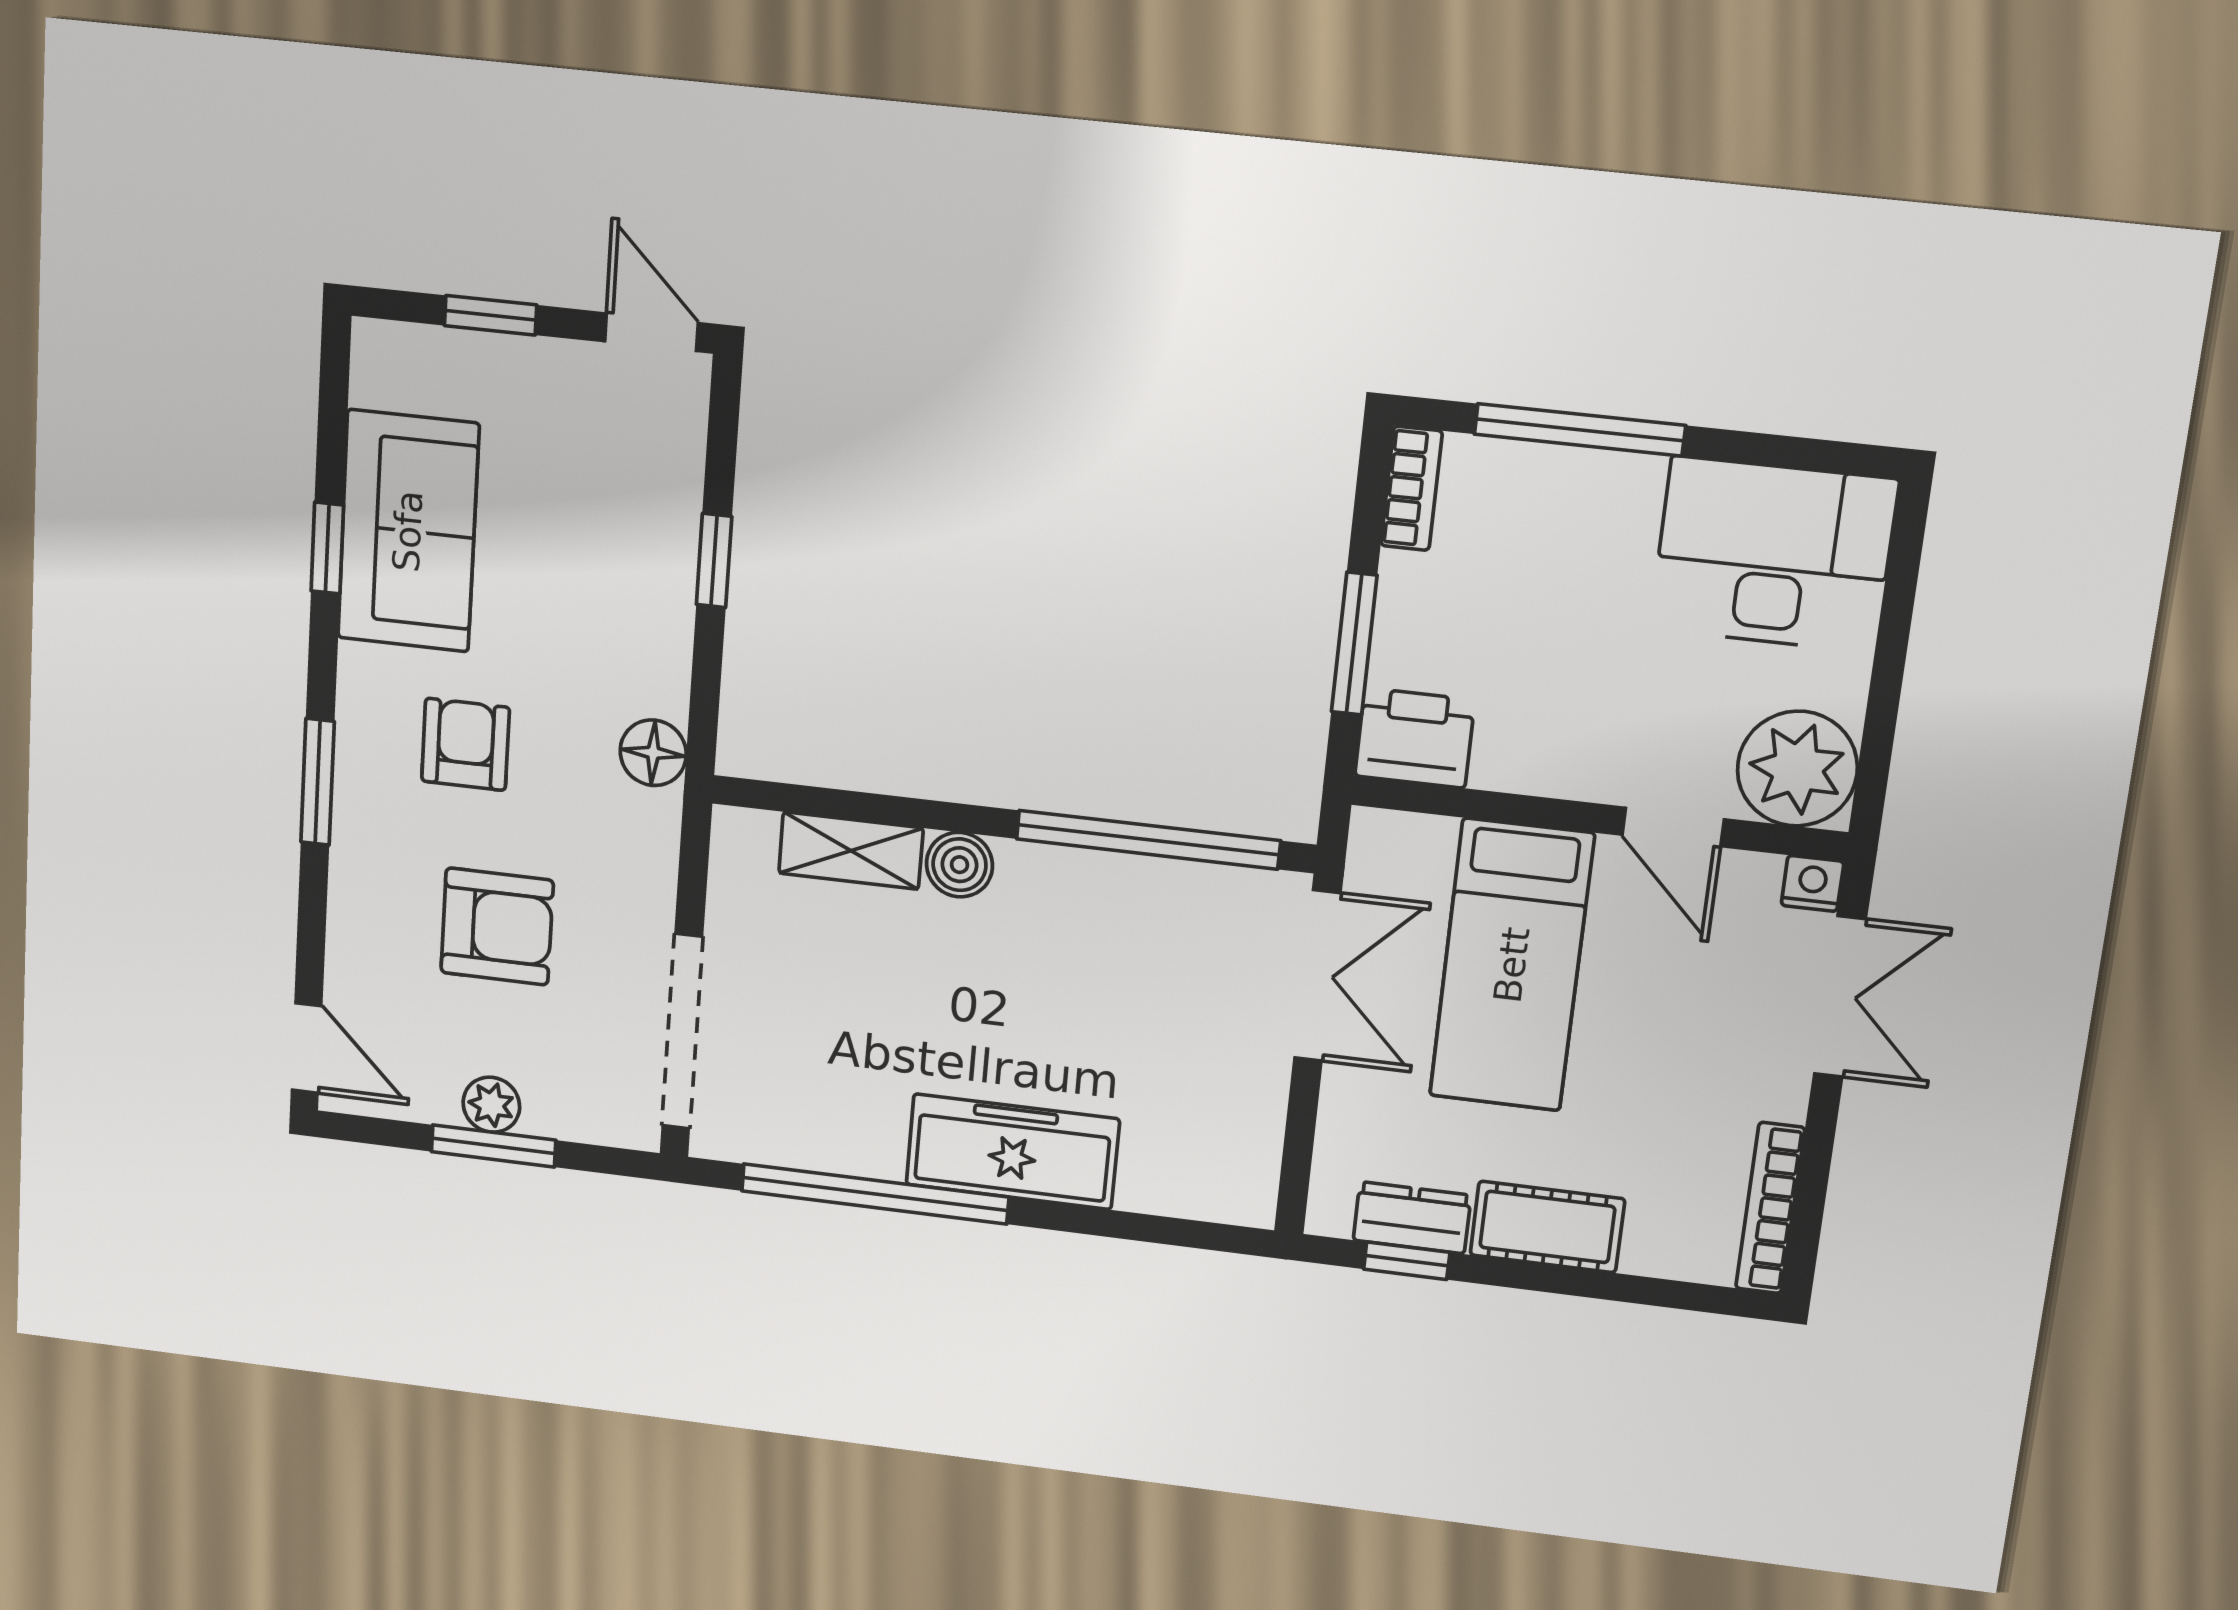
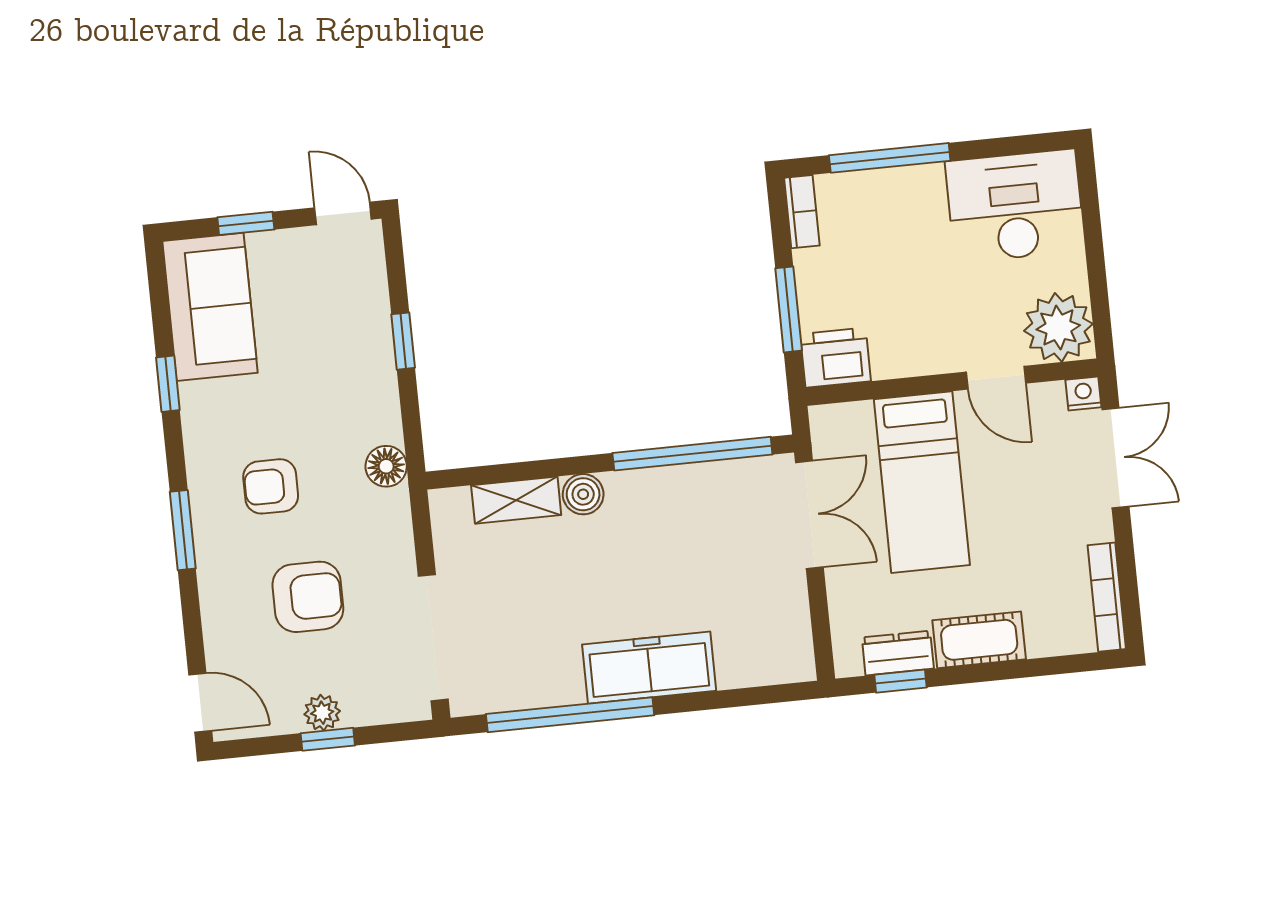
sofa: (408, 531) -> (210, 307), moved
armchair: (465, 744) -> (271, 486), turned -90
window: (494, 1146) -> (328, 739), width x0.67

